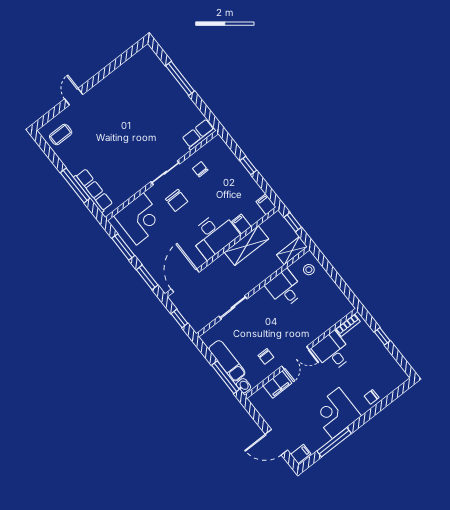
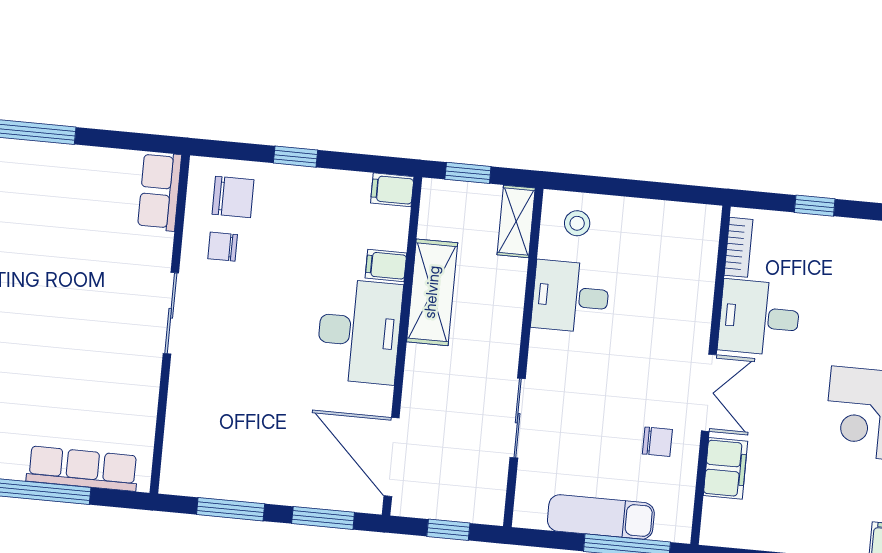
chair: (177, 200) -> (233, 197), moved
corner desk: (140, 219) -> (209, 434), removed
washbasin: (244, 386) -> (671, 529), removed

